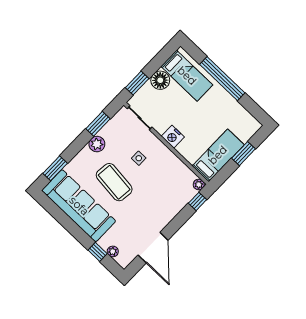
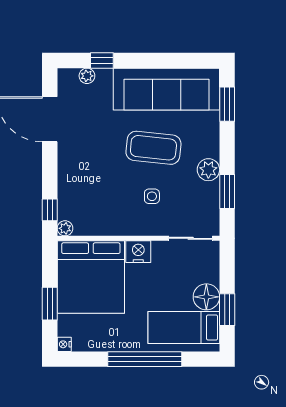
window: (137, 83) -> (227, 310), moved
nightstand: (256, 126) -> (64, 344), added
bed: (218, 155) -> (91, 277), width x2.04

